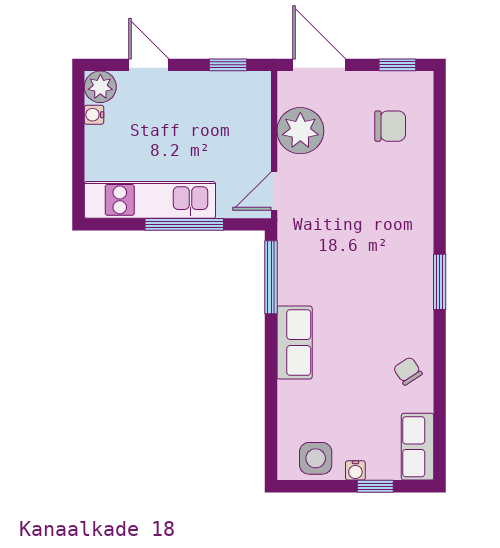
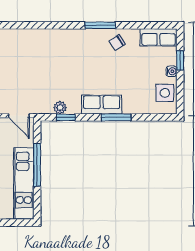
plant: (289, 266) -> (60, 108), added
window: (271, 277) -> (66, 117), width x0.46
window: (440, 282) -> (100, 25), moved
window: (271, 369) -> (116, 117), added

